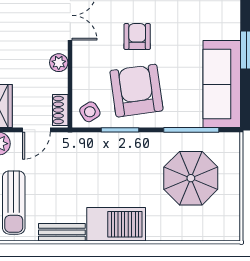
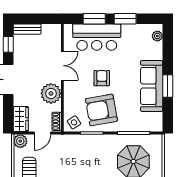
plant: (59, 63) -> (51, 93), width x1.87, depth x1.87
sofa: (222, 84) -> (152, 86), moved
armchair: (136, 91) -> (101, 110), turned -92

